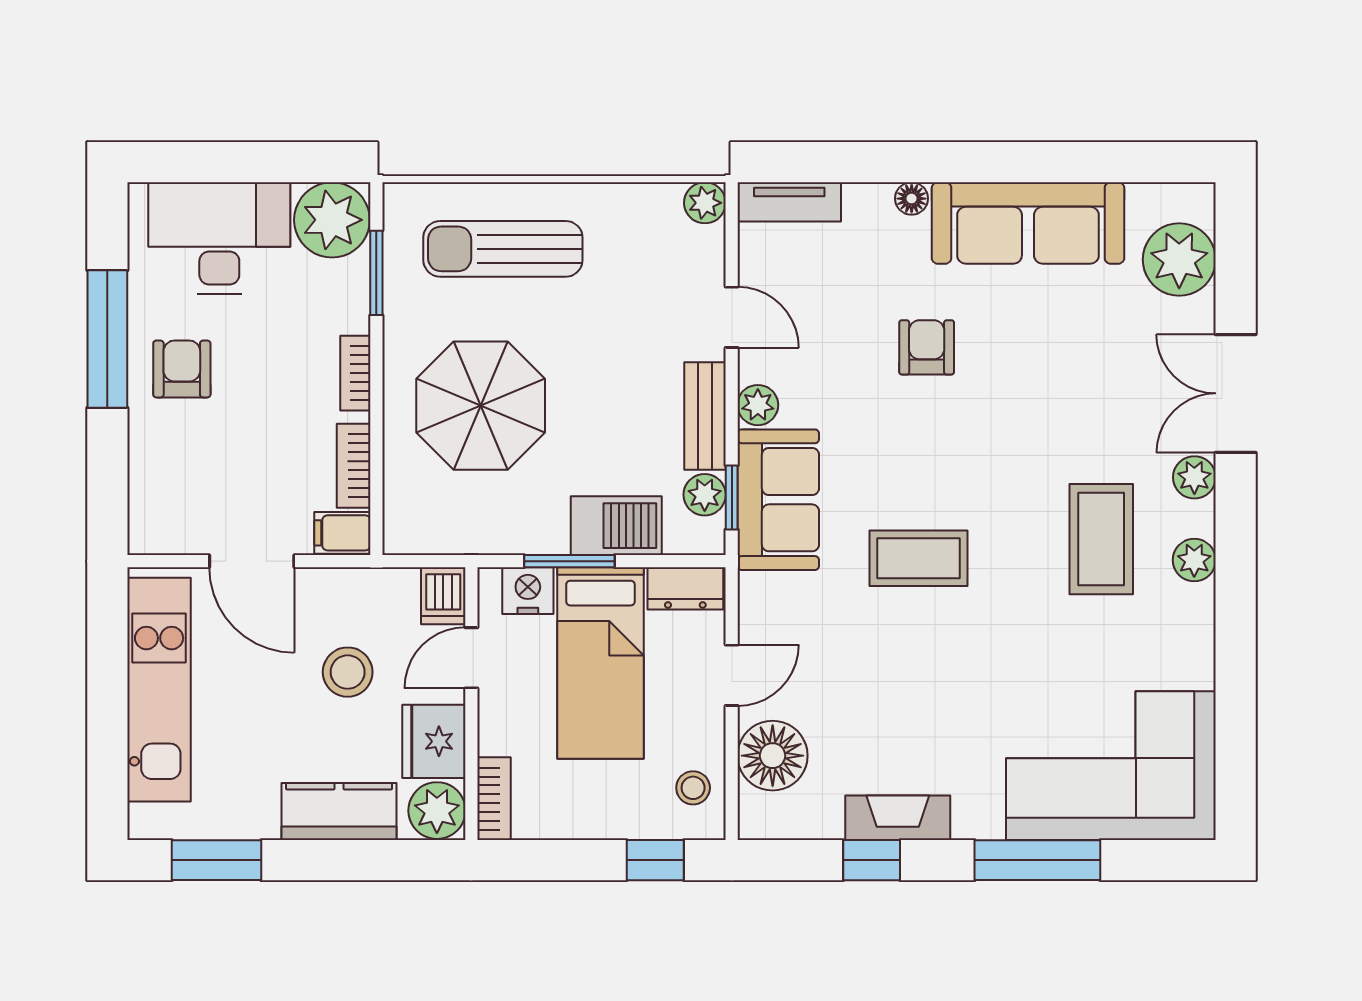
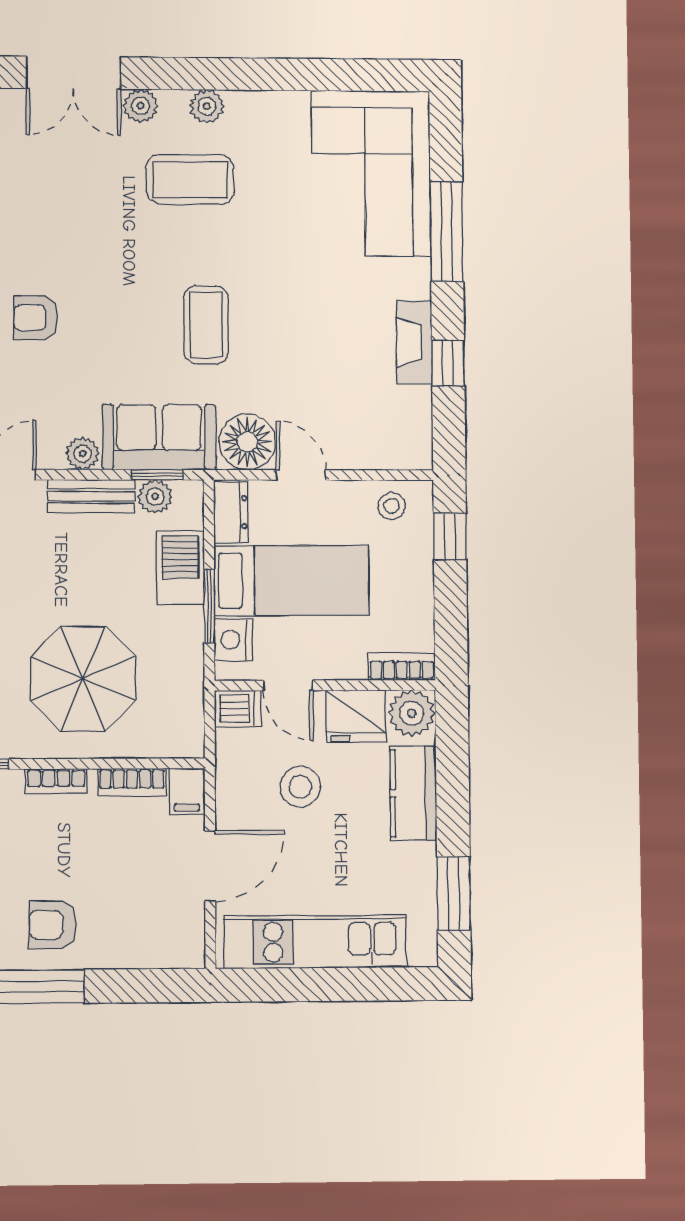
floor lamp: (773, 756) -> (247, 442), moved

